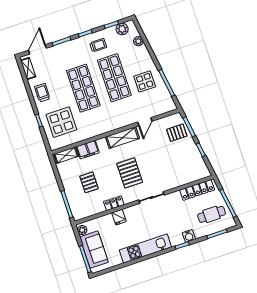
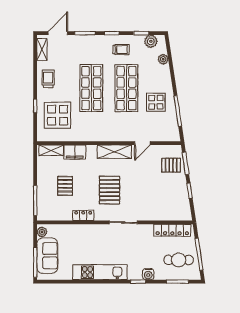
fridge: (119, 217) -> (84, 231), removed

